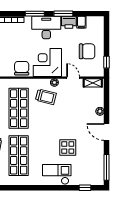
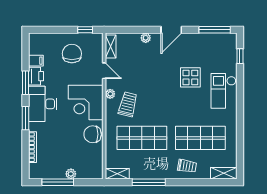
door: (73, 78) -> (104, 71), swing flipped

